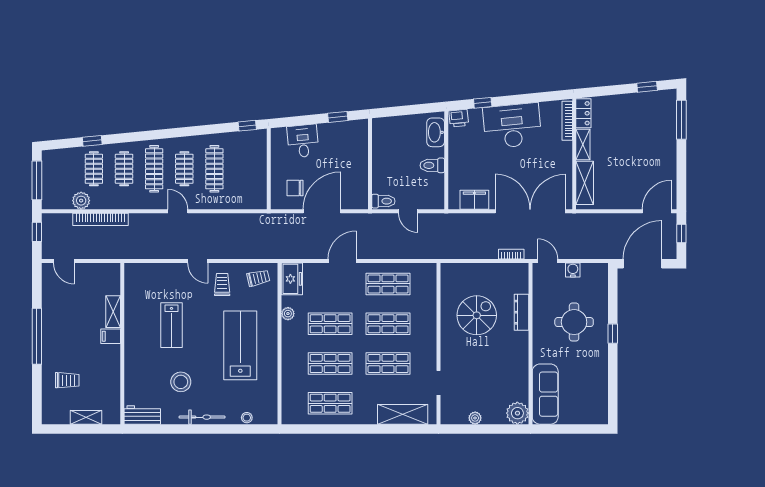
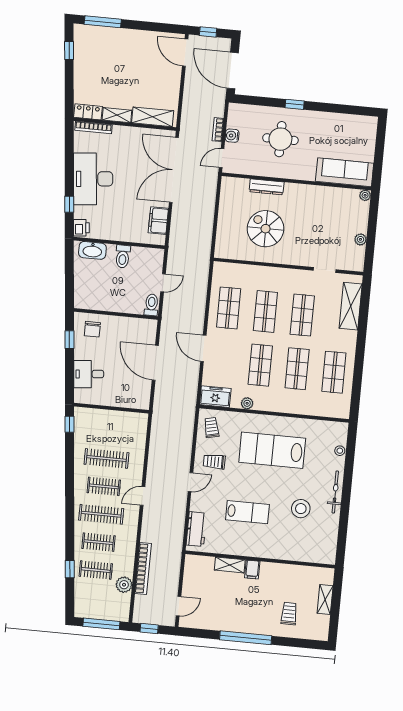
chair: (295, 188) -> (92, 329), moved
bookcase: (511, 254) -> (218, 130), moved
plant: (517, 413) -> (365, 195), width x0.53, depth x0.53
workbench: (142, 415) -> (196, 529), moved, turned 180

